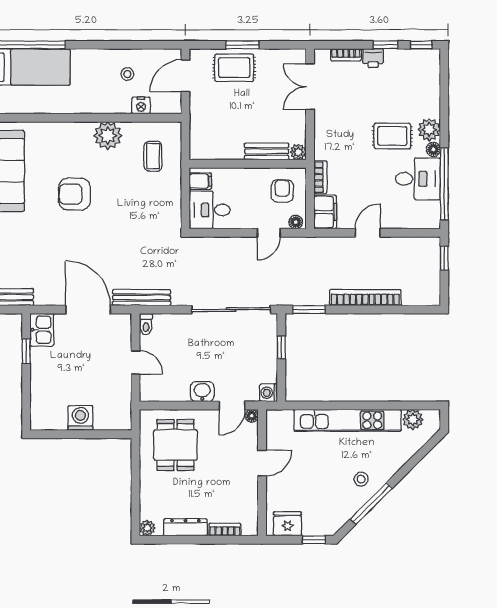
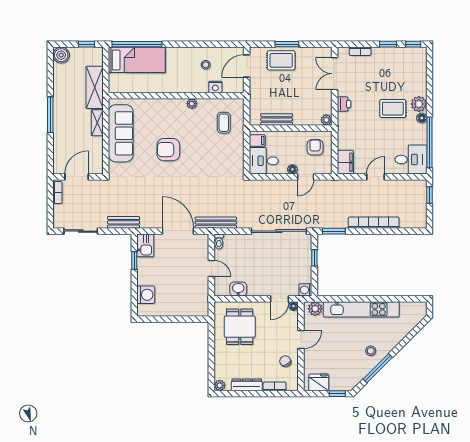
printer: (373, 58) -> (344, 104), moved, turned -90
plant: (108, 136) -> (192, 104), width x0.53, depth x0.53
bench: (267, 151) -> (277, 119), moved
bookcase: (320, 177) -> (342, 138), removed
desk: (418, 179) -> (411, 159), moved
floor lamp: (296, 222) -> (292, 169), moved
washbasin: (202, 392) -> (238, 289), moved
washing machine: (80, 418) -> (146, 295), moved, turned 90
plant: (413, 419) -> (315, 309), moved
chair: (240, 494) -> (285, 361), added

